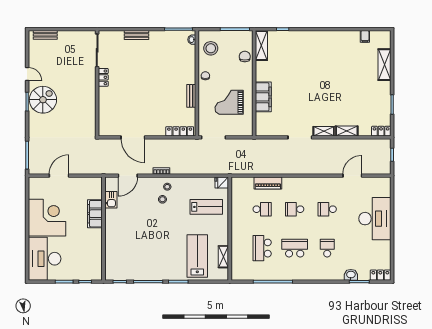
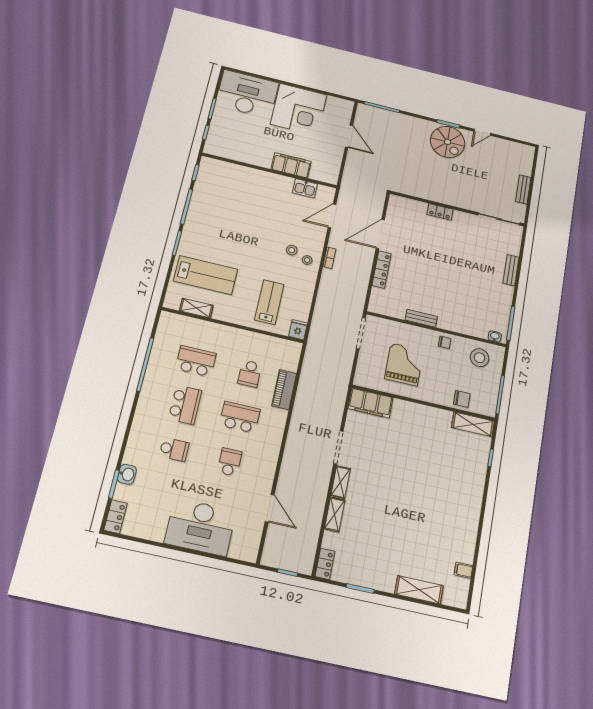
bench: (45, 35) -> (523, 189), moved
locker: (103, 77) -> (440, 212), moved
filing cabinet: (263, 97) -> (370, 403), moved
locker: (180, 131) -> (382, 270), moved
door: (128, 176) -> (332, 216), hinge flipped
lab bench: (206, 207) -> (269, 302), turned 180
school desk: (295, 209) -> (240, 417), width x1.85

